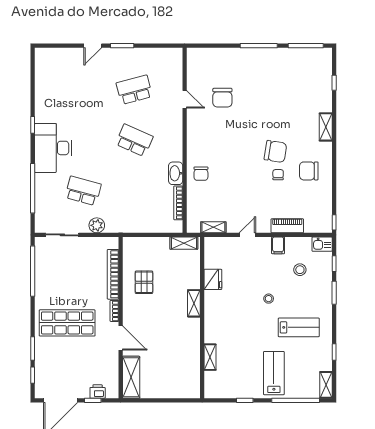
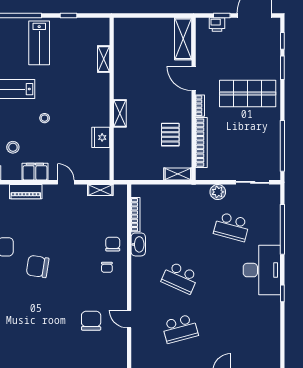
chair: (278, 175) -> (107, 267), moved
door: (247, 235) -> (66, 182), swing flipped
shelving: (184, 243) -> (178, 174), moved
filing cabinet: (278, 245) -> (35, 172), width x2.00

